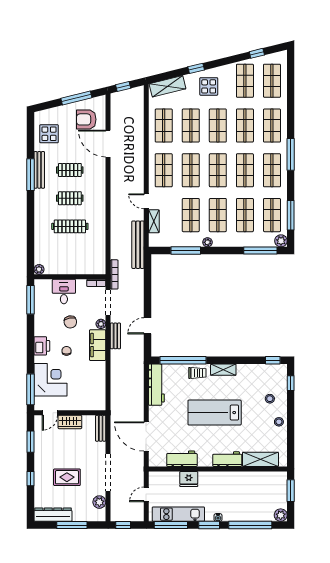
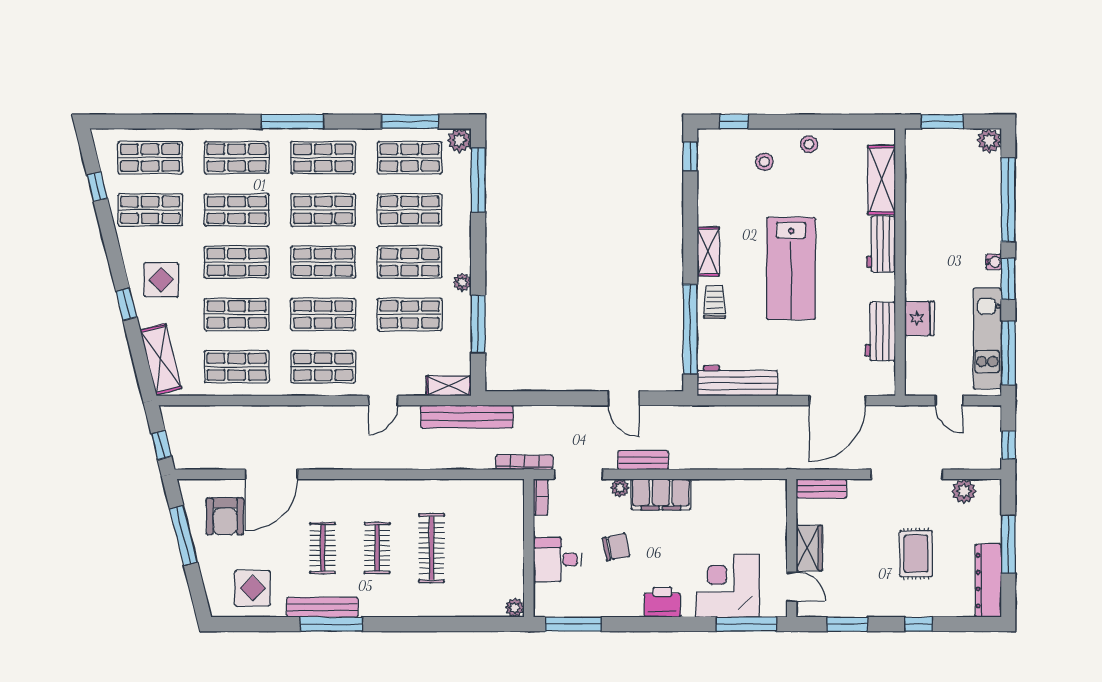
shelving: (154, 221) -> (449, 386), moved
chair: (67, 351) -> (672, 554), removed

